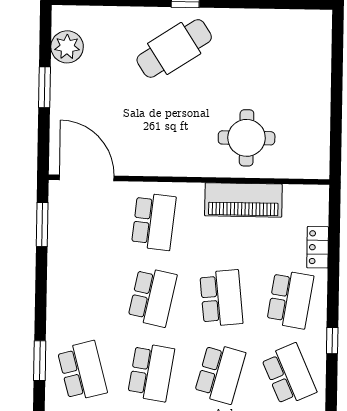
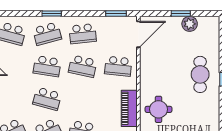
plant: (67, 47) -> (190, 24), moved
cafe table: (174, 48) -> (200, 74), turned 33
school desk: (221, 298) -> (83, 34), moved

